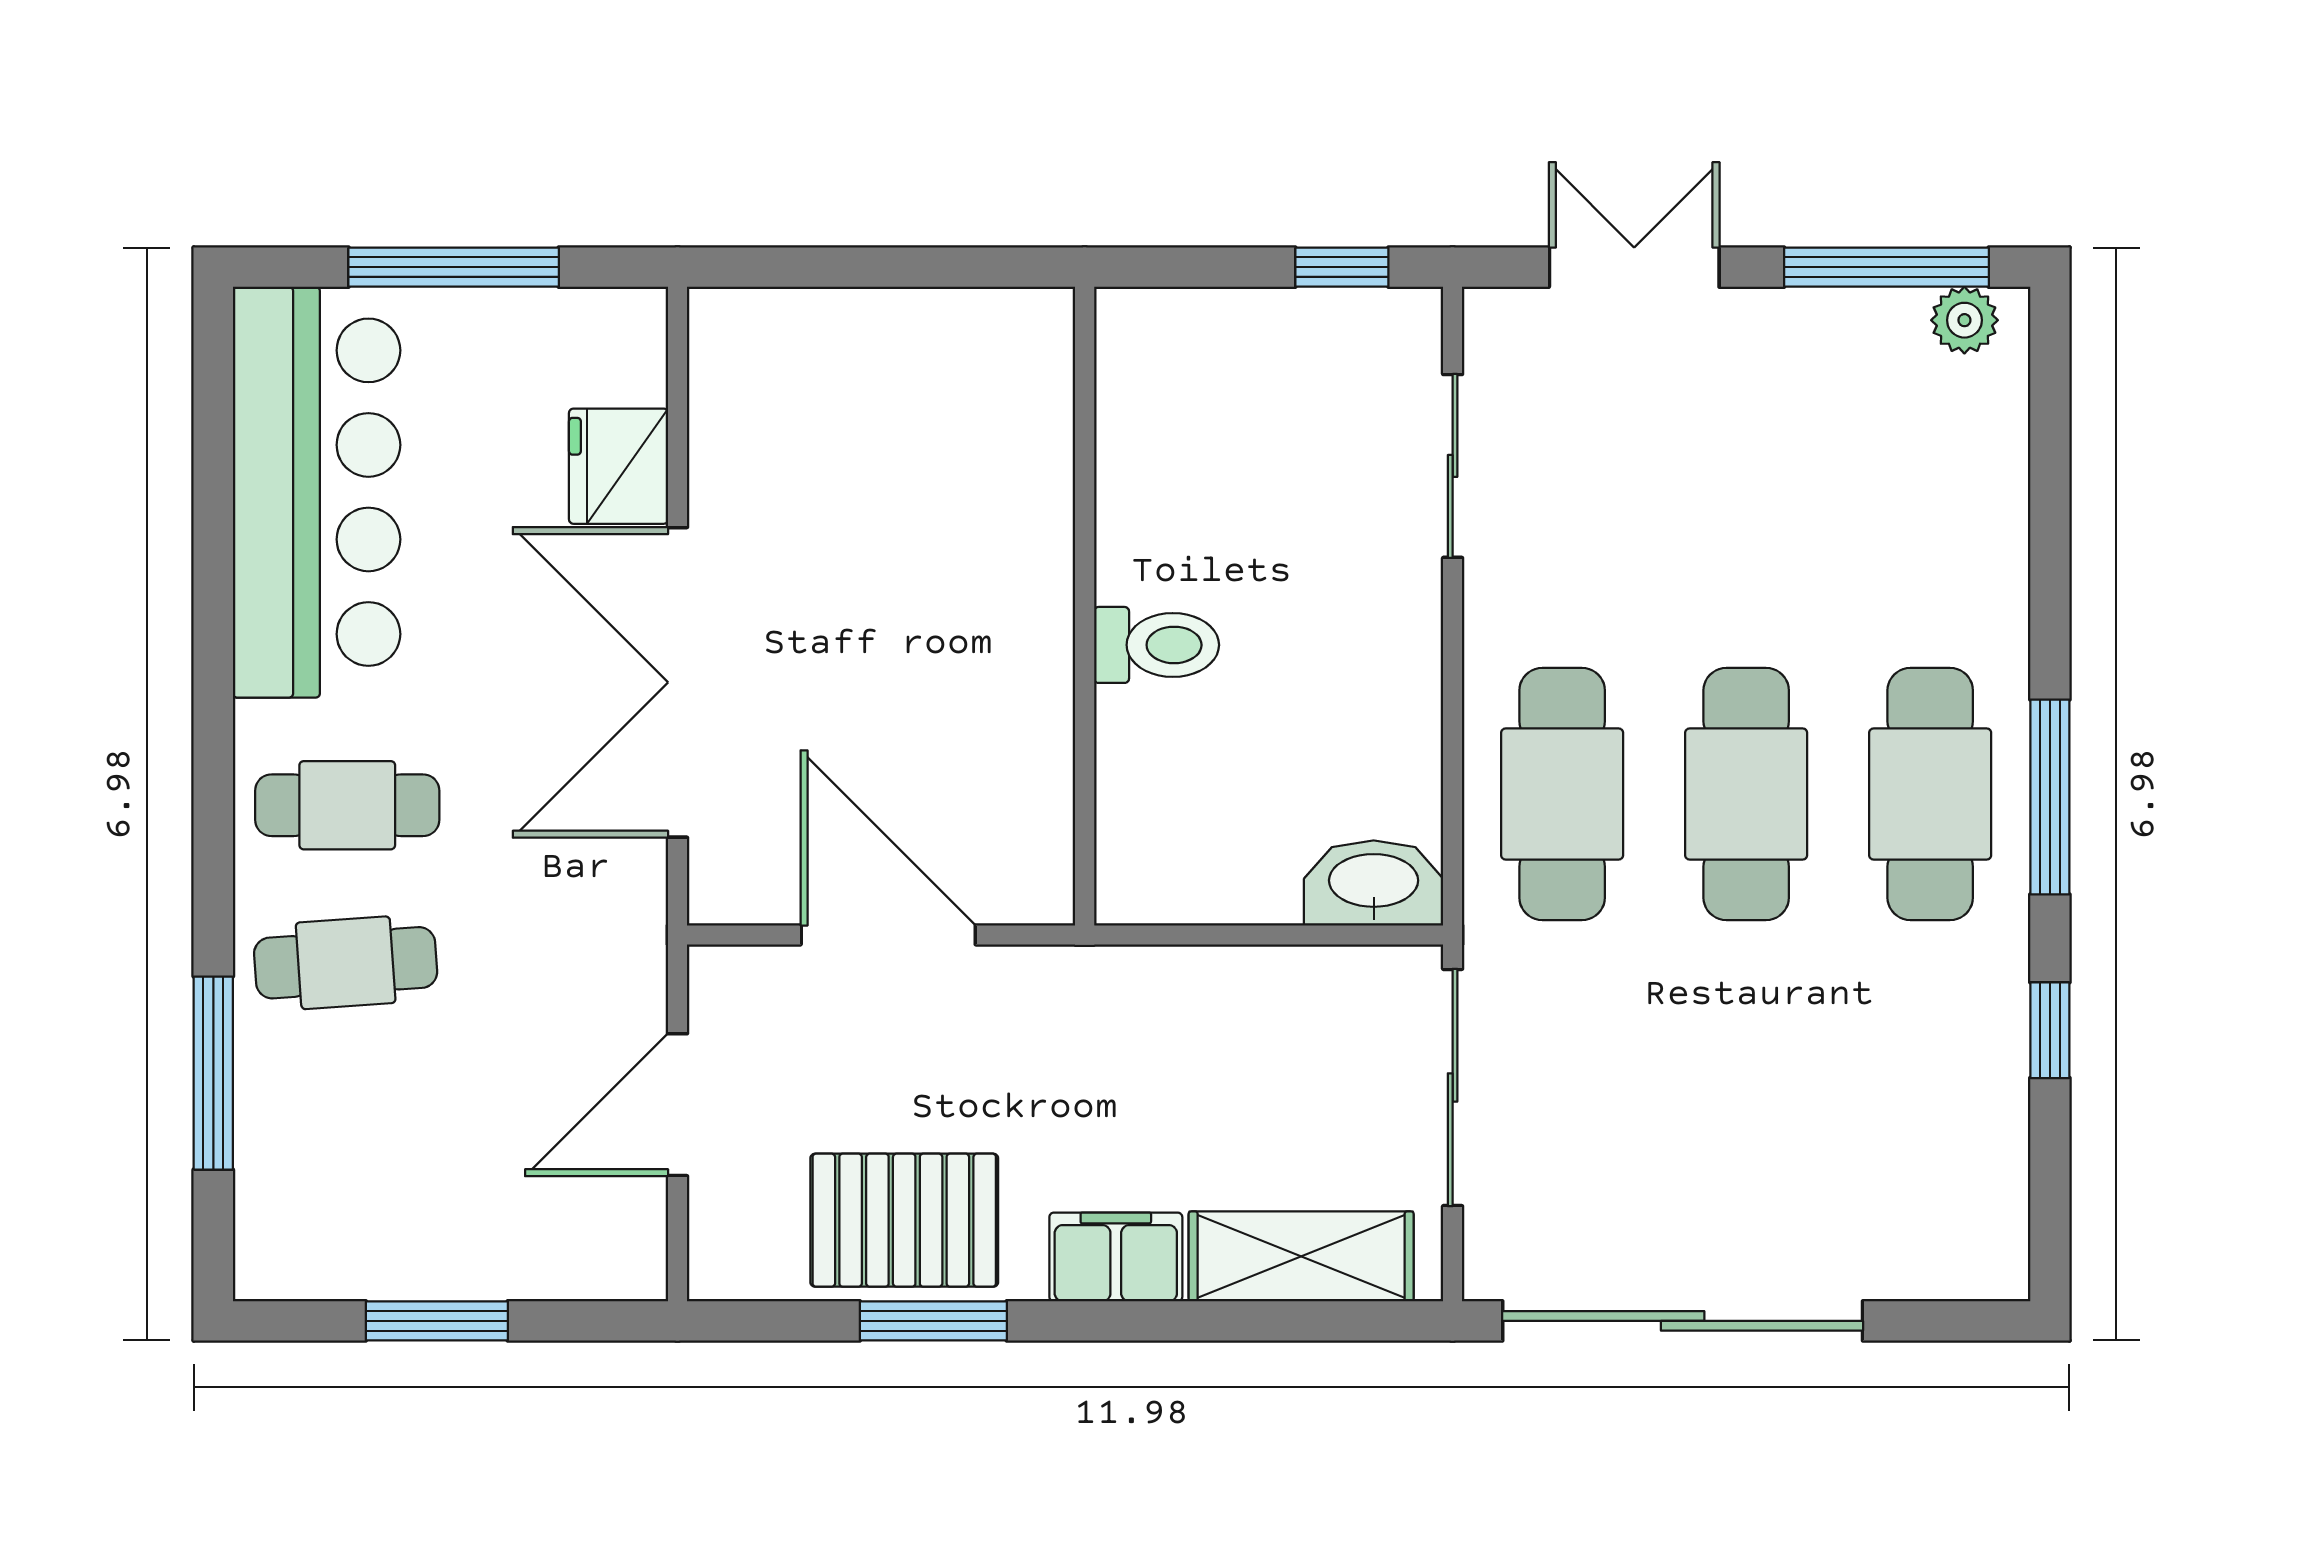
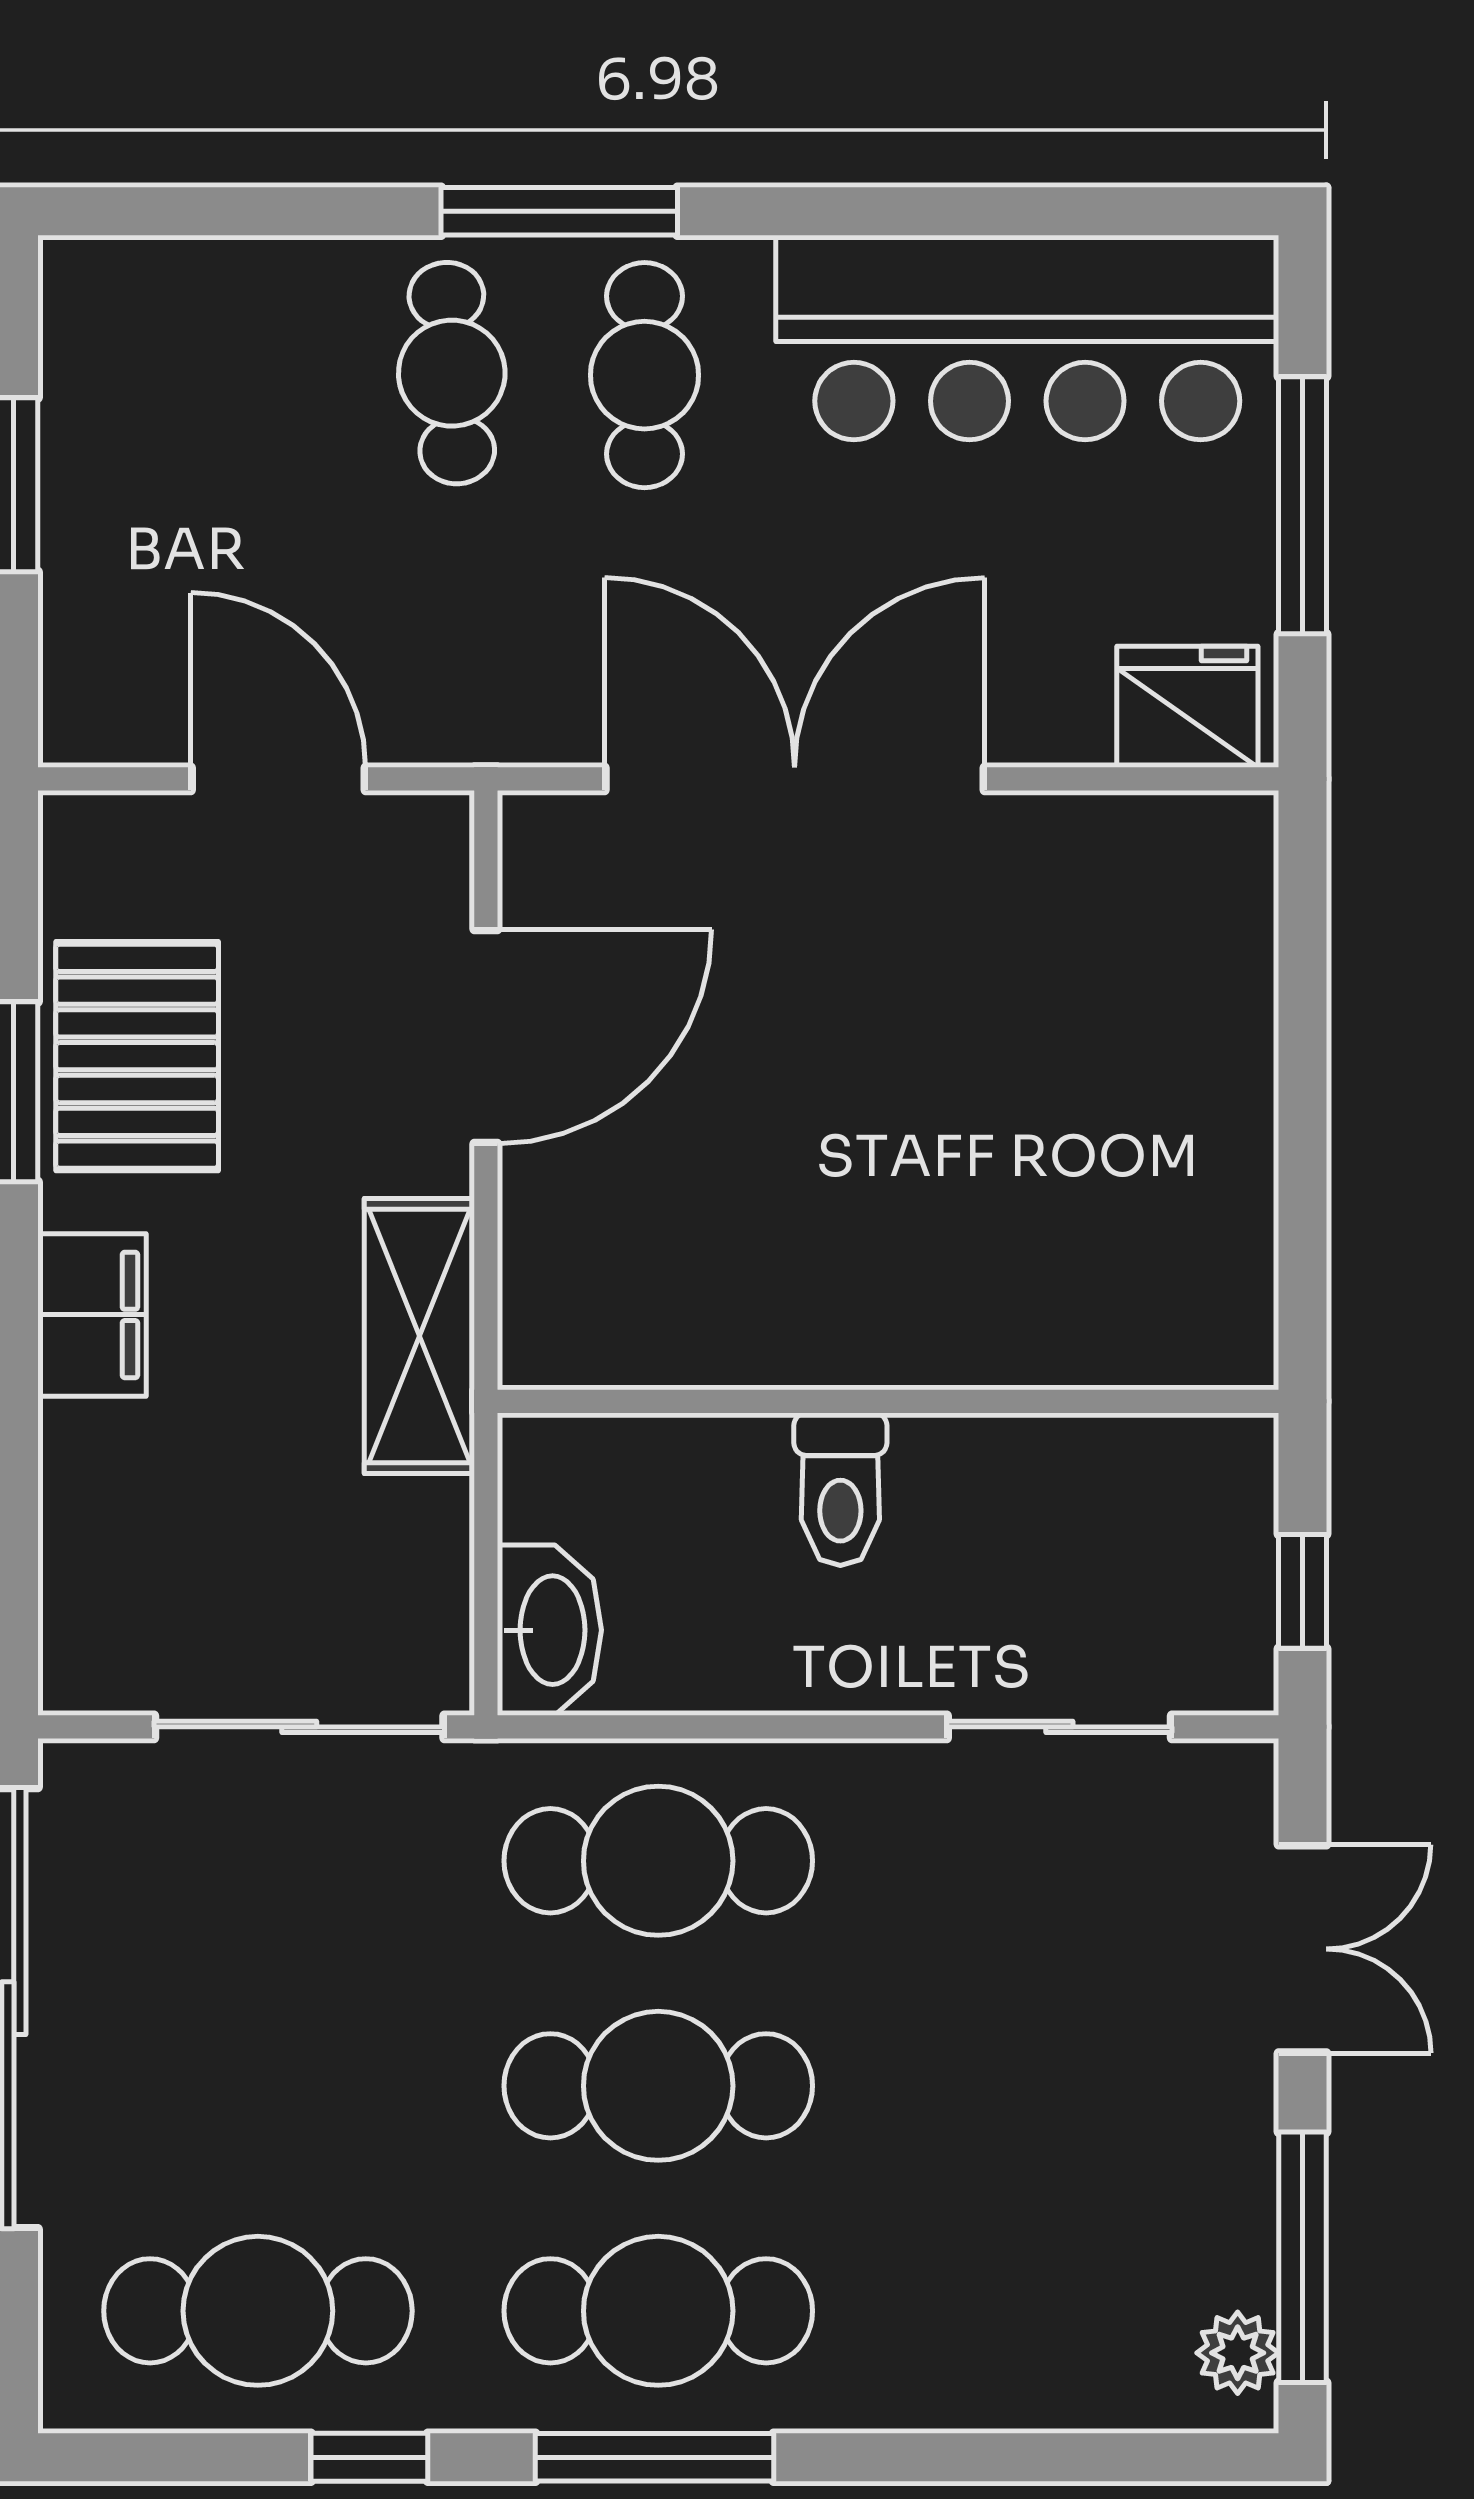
fridge: (619, 466) -> (1187, 707), moved
wall: (1085, 606) -> (888, 1401), moved
toilet: (1157, 645) -> (840, 1489), moved
window: (213, 1073) -> (559, 211), moved
cafe table: (1930, 1121) -> (258, 2311), added
shelving: (1301, 1256) -> (419, 1336), moved

